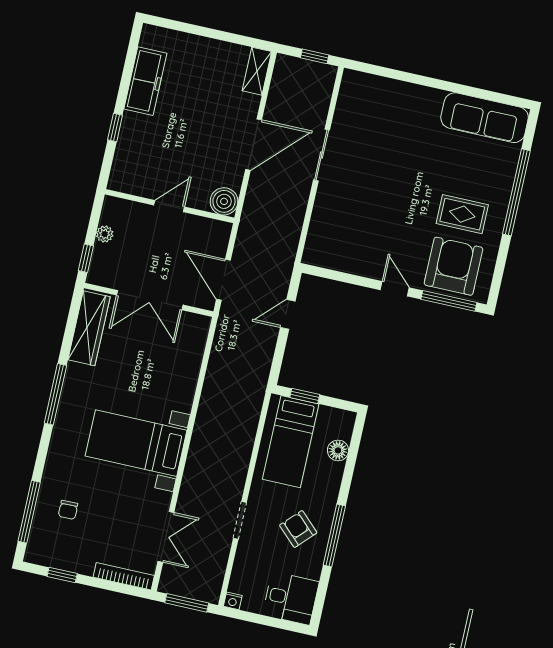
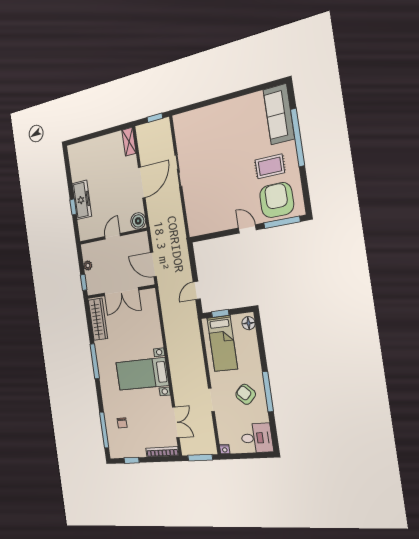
freezer: (145, 81) -> (82, 200), moved
sofa: (485, 118) -> (279, 114), moved, turned 90
door: (288, 314) -> (197, 290), moved
floor lamp: (338, 450) -> (249, 323), moved

